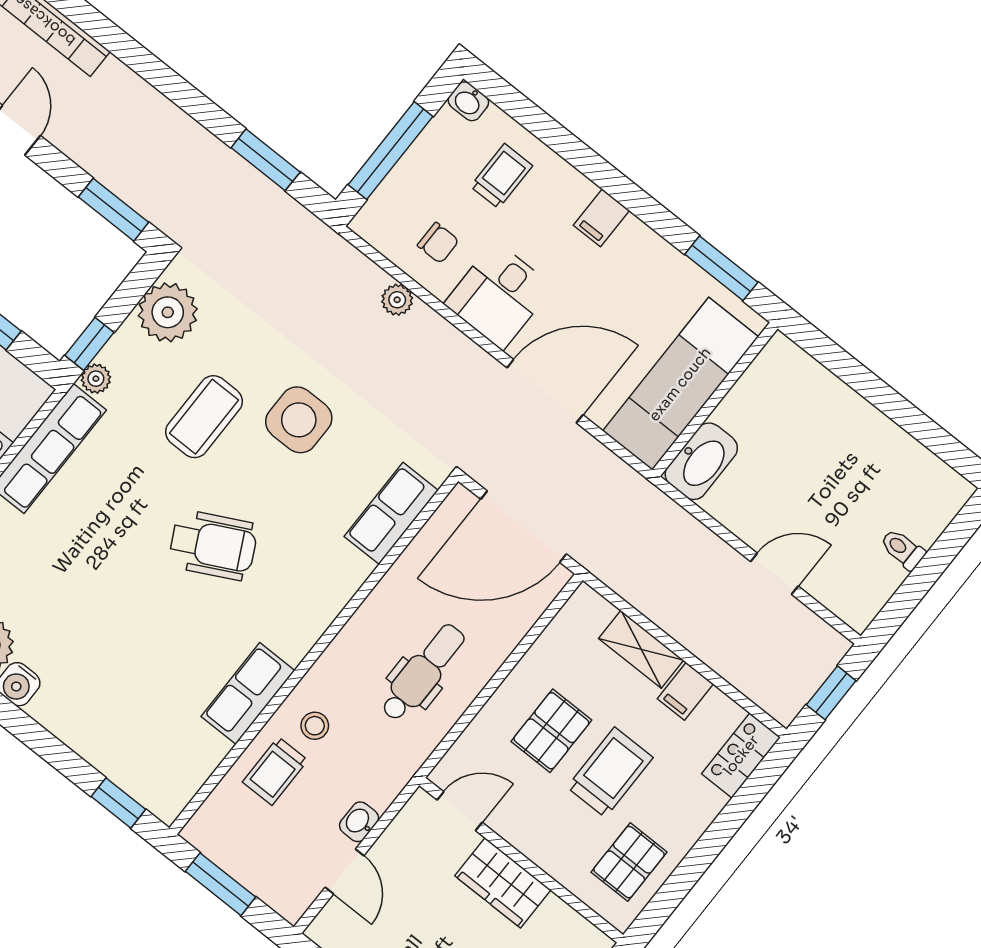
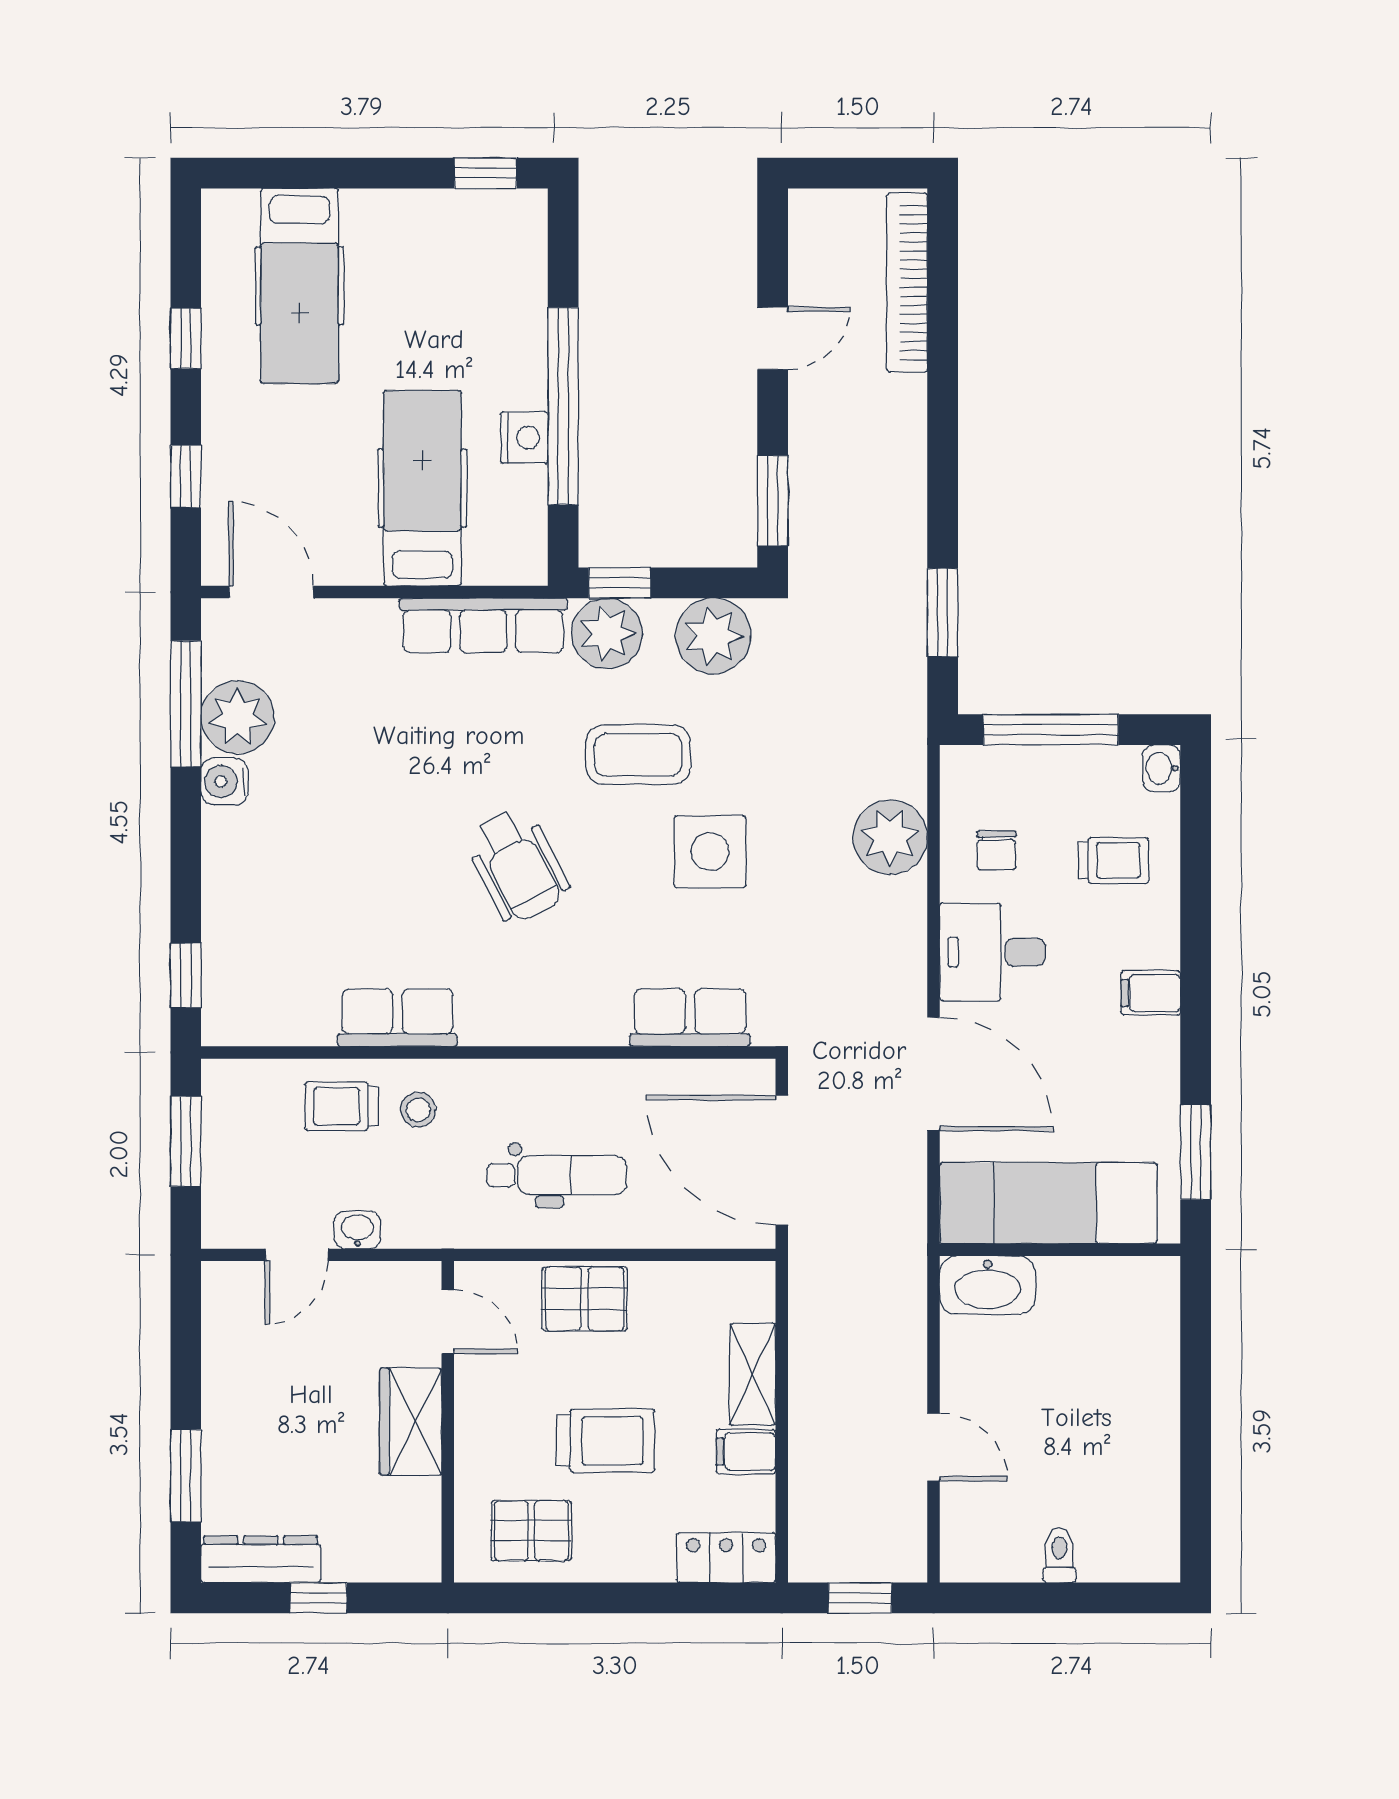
plant: (397, 300) -> (890, 837), width x1.88, depth x1.88
plant: (96, 379) -> (607, 633), width x1.88, depth x1.88
pallet: (551, 731) -> (585, 1299), moved

